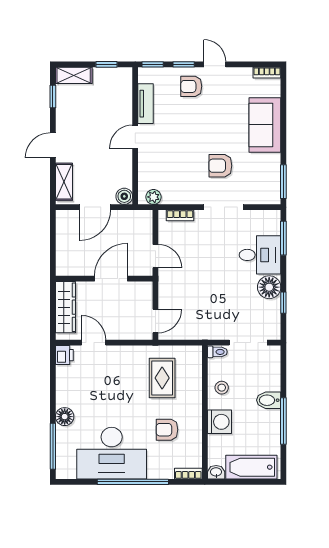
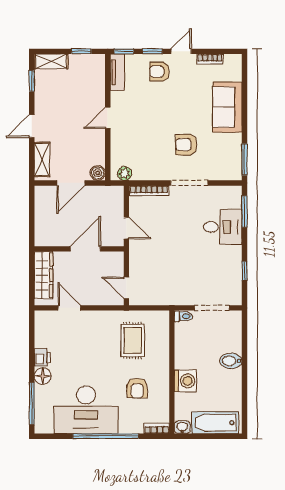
door: (215, 64) -> (181, 51), hinge flipped
bookcase: (267, 73) -> (210, 59), moved
tv unit: (146, 104) -> (117, 72), moved
bookcase: (180, 215) -> (149, 191), width x1.56
floor lamp: (269, 287) -> (231, 257), removed
door: (155, 321) -> (126, 288), swing flipped
printer: (64, 355) -> (42, 357), moved
stool: (222, 388) -> (188, 349), removed
window: (283, 421) -> (245, 380), removed
armchair: (167, 430) -> (137, 388), turned -90

